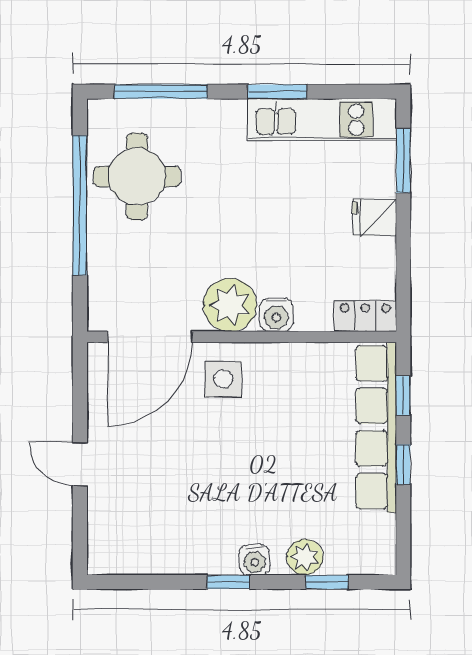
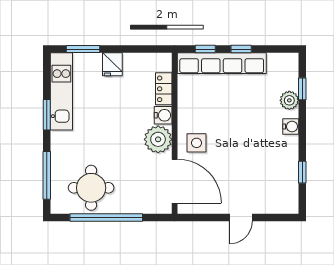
locker: (365, 316) -> (164, 89), moved
window: (229, 582) -> (302, 172), moved

